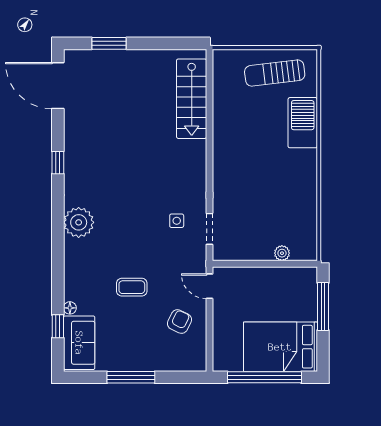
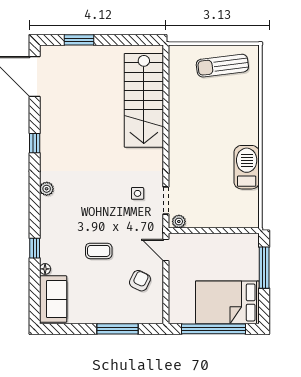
stairs: (192, 99) -> (144, 100), width x1.36, depth x1.51
barbecue: (303, 123) -> (247, 167), moved
plant: (79, 222) -> (47, 189), width x0.53, depth x0.53
plant: (282, 253) -> (179, 221), moved
window: (58, 326) -> (35, 248), moved
window: (131, 377) -> (118, 329), moved

